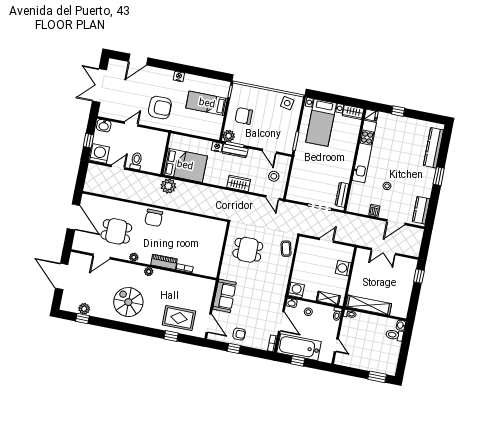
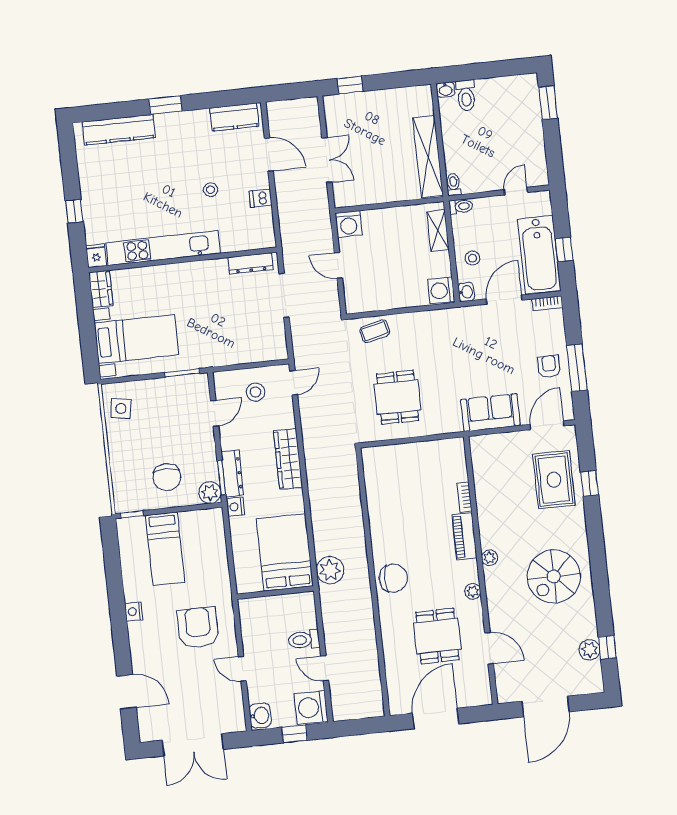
wardrobe: (239, 183) -> (288, 459), width x1.50
washing machine: (343, 268) -> (349, 224), moved
window: (234, 348) -> (577, 368), width x2.17

